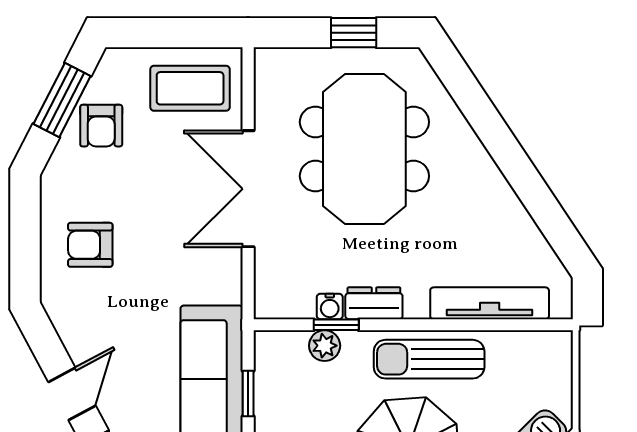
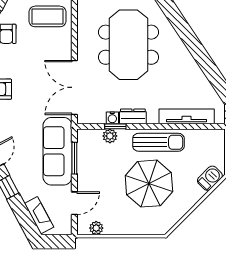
double door: (248, 189) -> (74, 87), moved
sun lounger: (429, 359) -> (158, 142), turned 180
window: (248, 393) -> (74, 158), width x1.50

